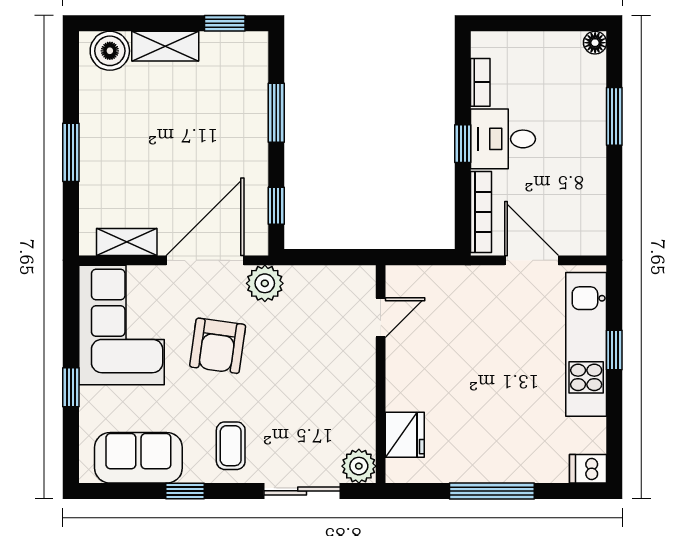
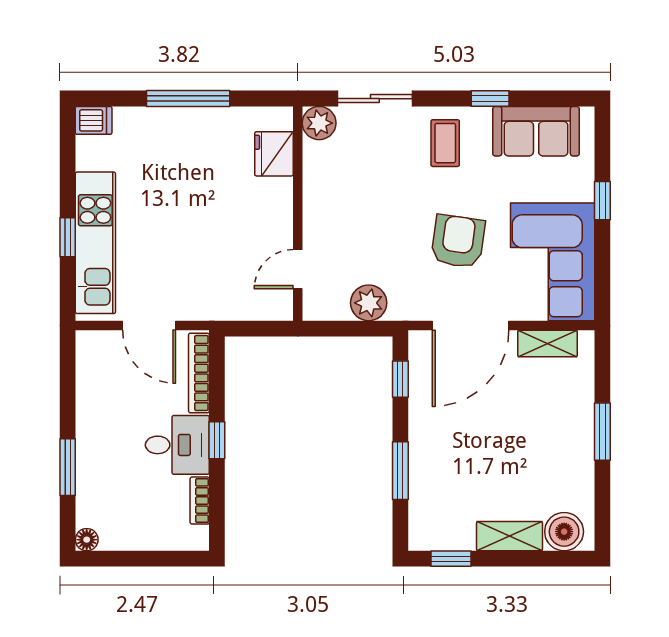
plant: (265, 283) -> (369, 303), moved

